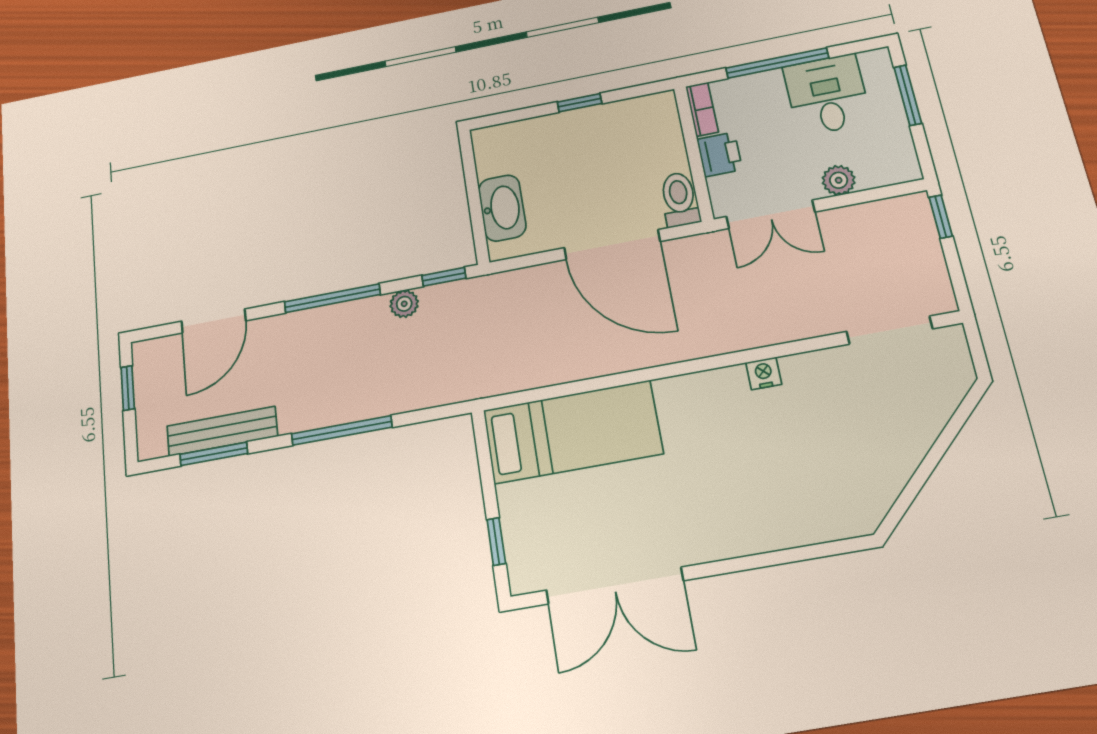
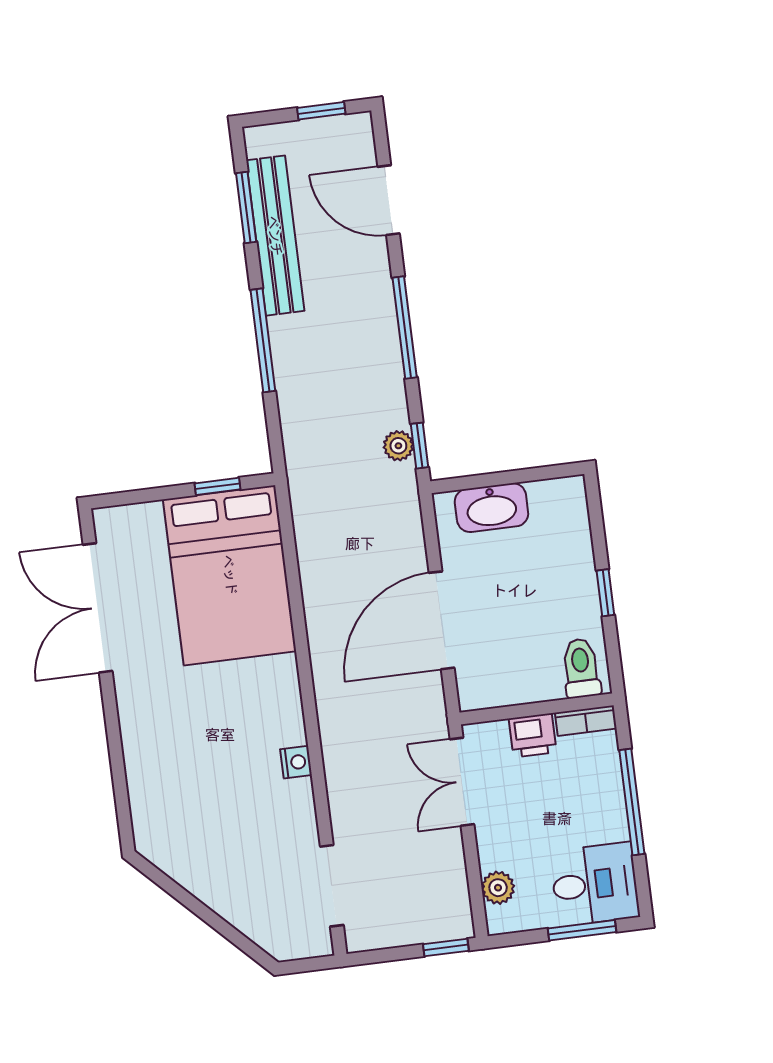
desk: (827, 95) -> (595, 884), moved
plant: (839, 180) -> (498, 888), moved
toilet: (680, 199) -> (581, 668), moved, turned -90
plant: (404, 304) -> (398, 446), moved
bench: (222, 431) -> (275, 236), width x1.37, depth x1.21
bed: (572, 432) -> (230, 575), width x1.50
window: (496, 542) -> (218, 486), moved

